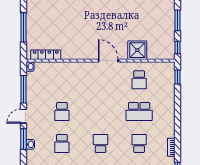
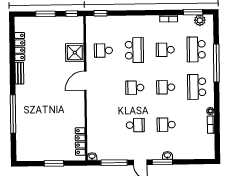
window: (23, 27) -> (54, 163), width x0.69
school desk: (139, 80) -> (103, 51), turned 180
school desk: (101, 112) -> (135, 88), added
school desk: (62, 143) -> (166, 125), turned 180

